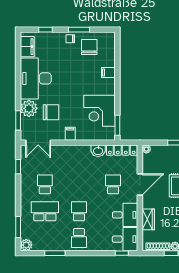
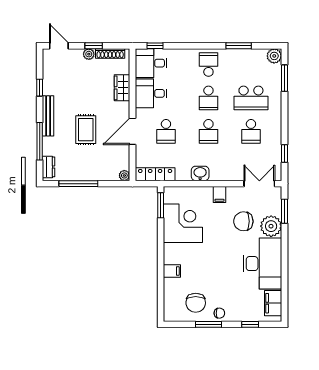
washbasin: (98, 151) -> (200, 173), moved
school desk: (79, 184) -> (208, 131), added

